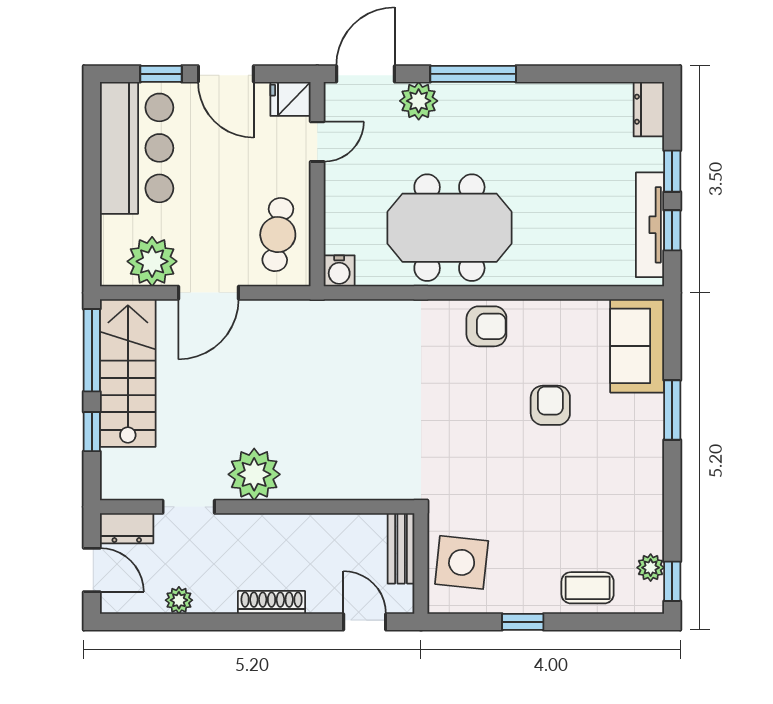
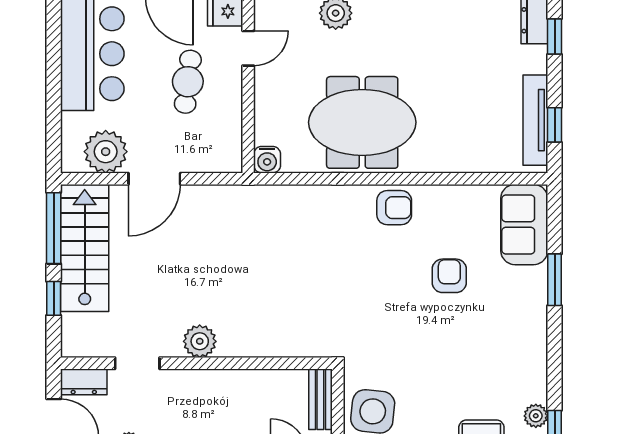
window: (672, 171) -> (555, 36), moved
cafe table: (278, 235) -> (188, 82), moved
plant: (254, 474) -> (200, 341), width x0.73, depth x0.73

